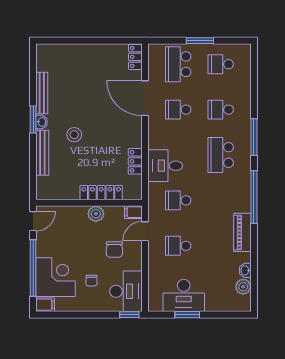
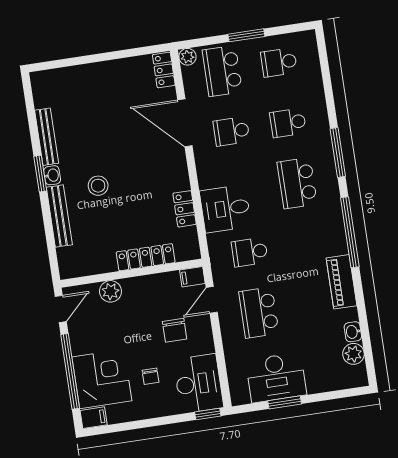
plant: (154, 50) -> (187, 57), added
plant: (96, 214) -> (110, 291), moved
school desk: (178, 246) -> (259, 312), width x1.85

